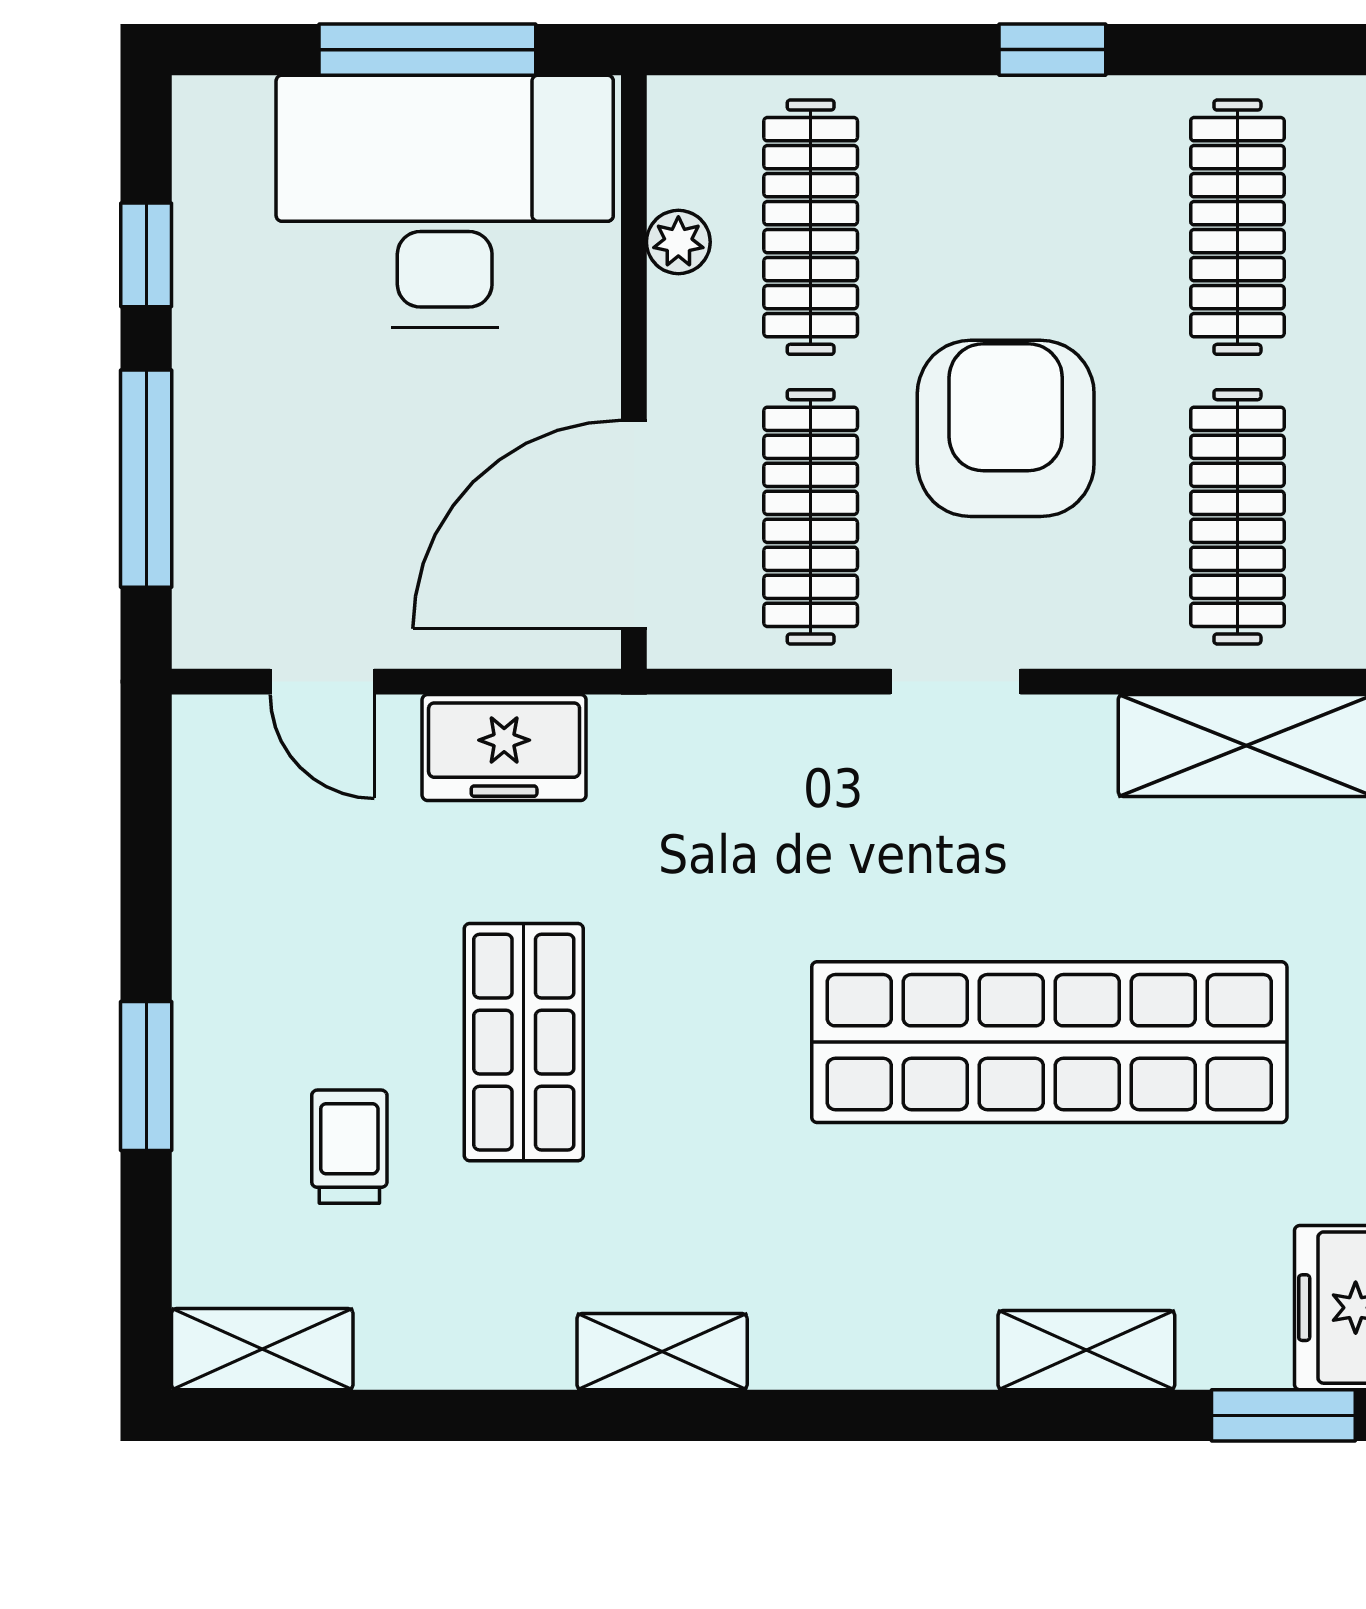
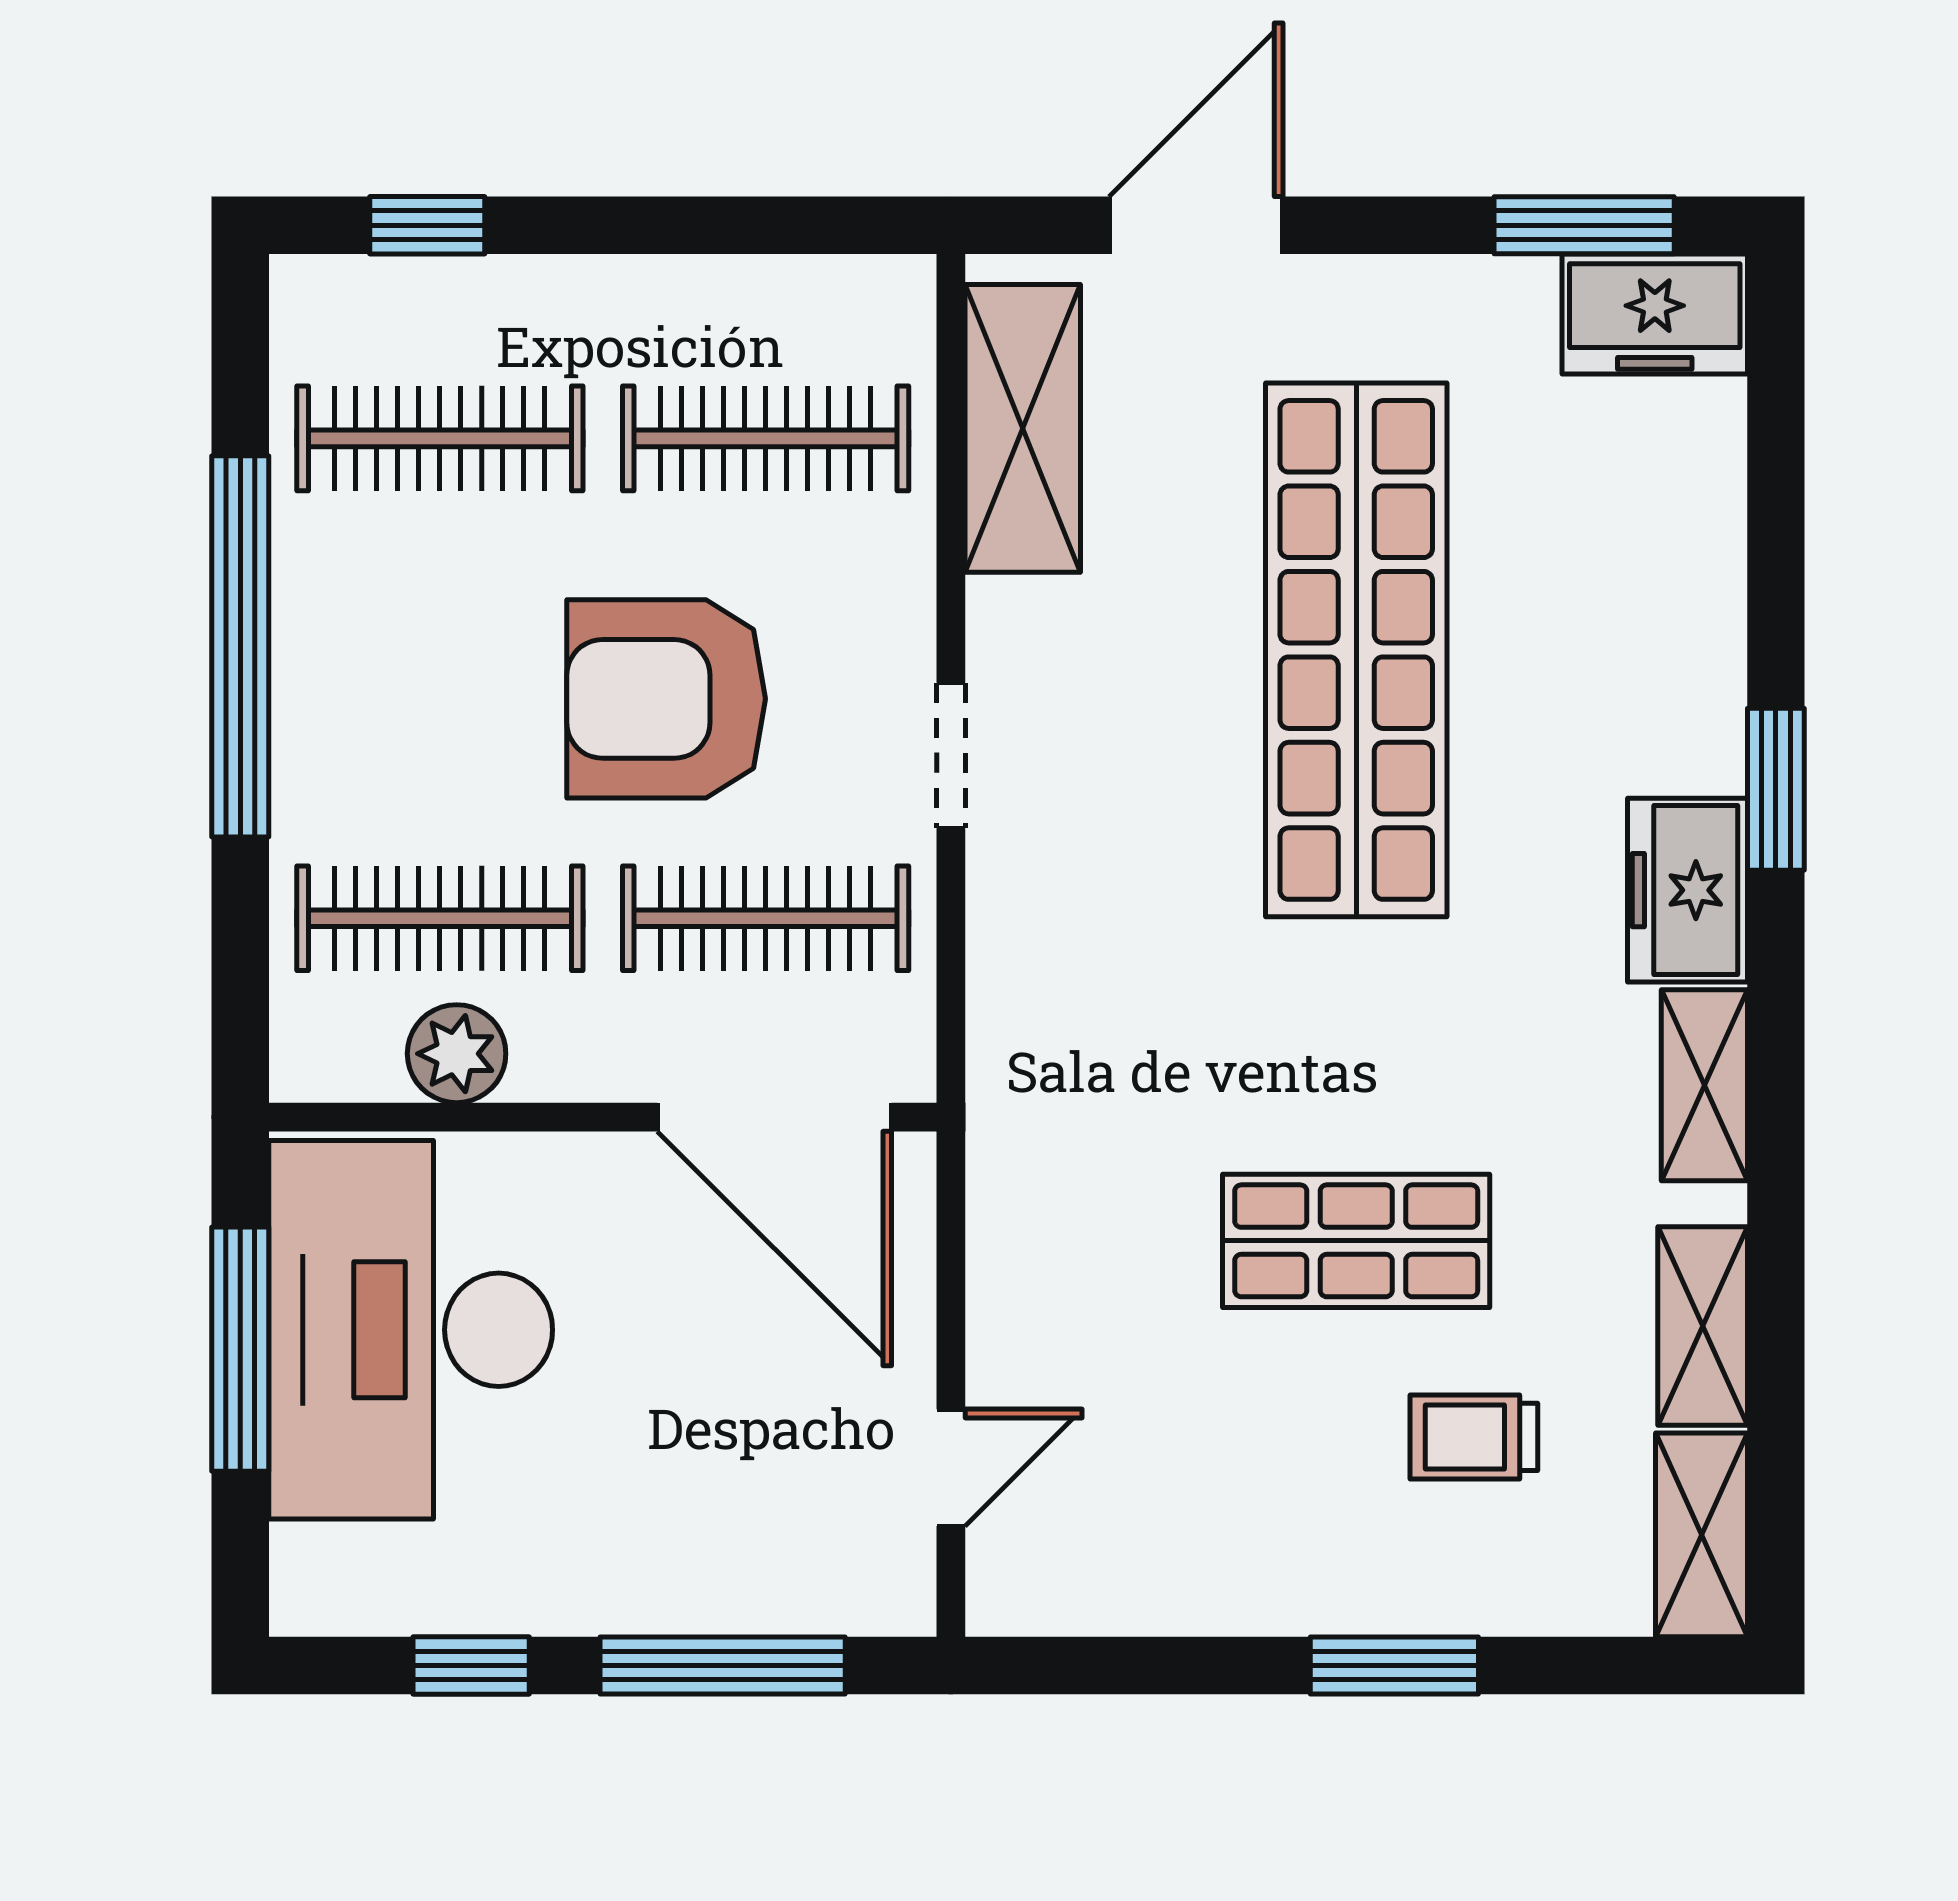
window: (1052, 50) -> (240, 646), width x3.17
plant: (678, 242) -> (457, 1054), width x1.38, depth x1.38
freezer: (504, 748) -> (1687, 890), moved, turned 180
shelving: (1086, 1350) -> (1703, 1326), moved
window: (1283, 1415) -> (1776, 789), moved

